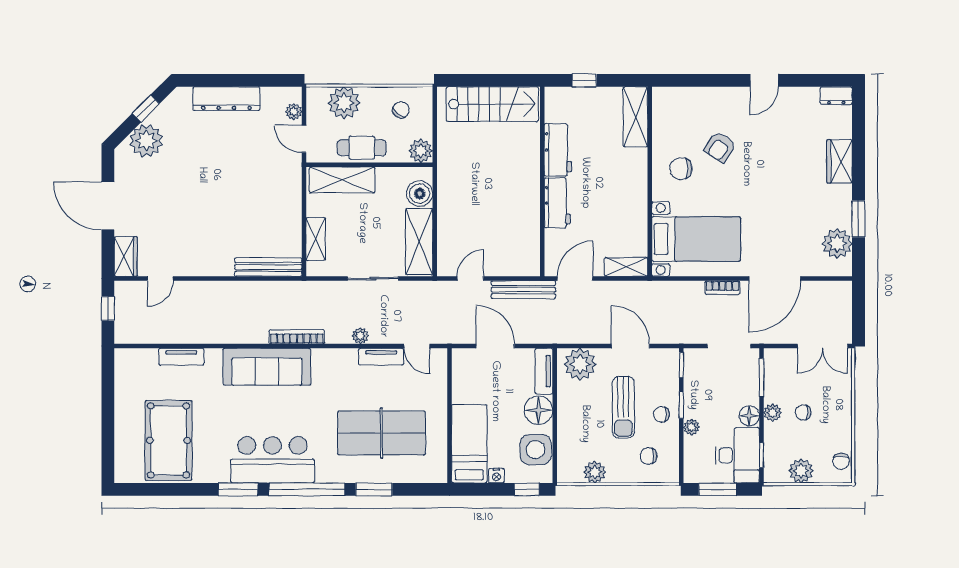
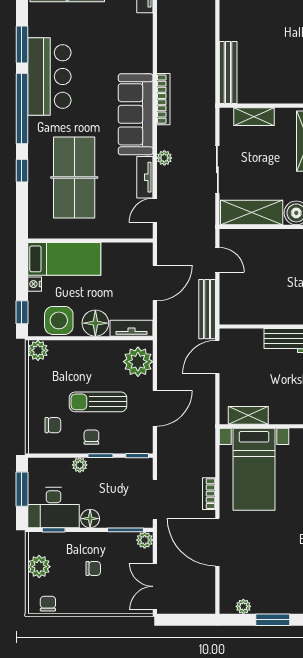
plant: (837, 243) -> (243, 606), width x0.53, depth x0.53
shelving: (626, 267) -> (248, 415), moved, turned 90
door: (575, 279) -> (217, 357), swing flipped
sofa: (267, 367) -> (136, 114), moved
chair: (803, 412) -> (93, 568), turned 90
plant: (772, 413) -> (145, 540), moved
chair: (649, 456) -> (53, 425), turned 90
chair: (841, 461) -> (48, 604), turned 90
plant: (595, 472) -> (38, 350), moved
window: (374, 489) -> (22, 171), width x0.67

